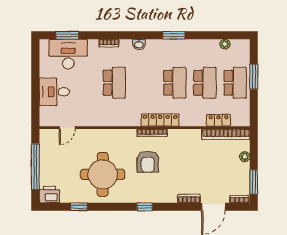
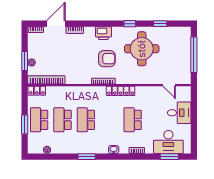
locker: (160, 120) -> (121, 91), moved
locker: (218, 120) -> (37, 91), moved
door: (67, 128) -> (169, 85), swing flipped
armchair: (148, 162) -> (107, 59), turned 90
window: (254, 182) -> (25, 61), moved
printer: (49, 195) -> (103, 33), moved
window: (145, 207) -> (130, 24), moved

